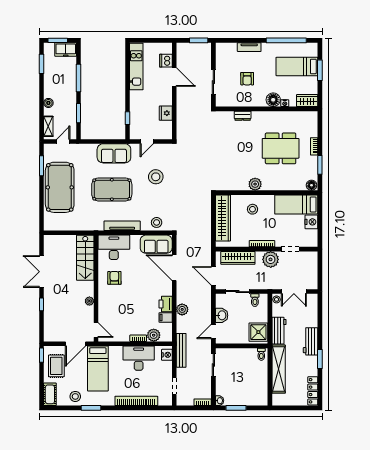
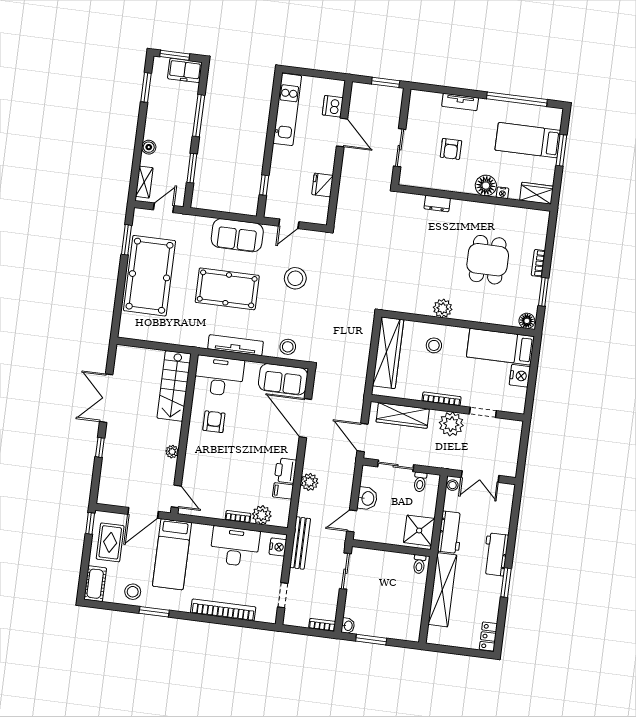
dining table: (281, 148) -> (488, 260), width x0.73
locker: (313, 391) -> (488, 637), width x0.66

